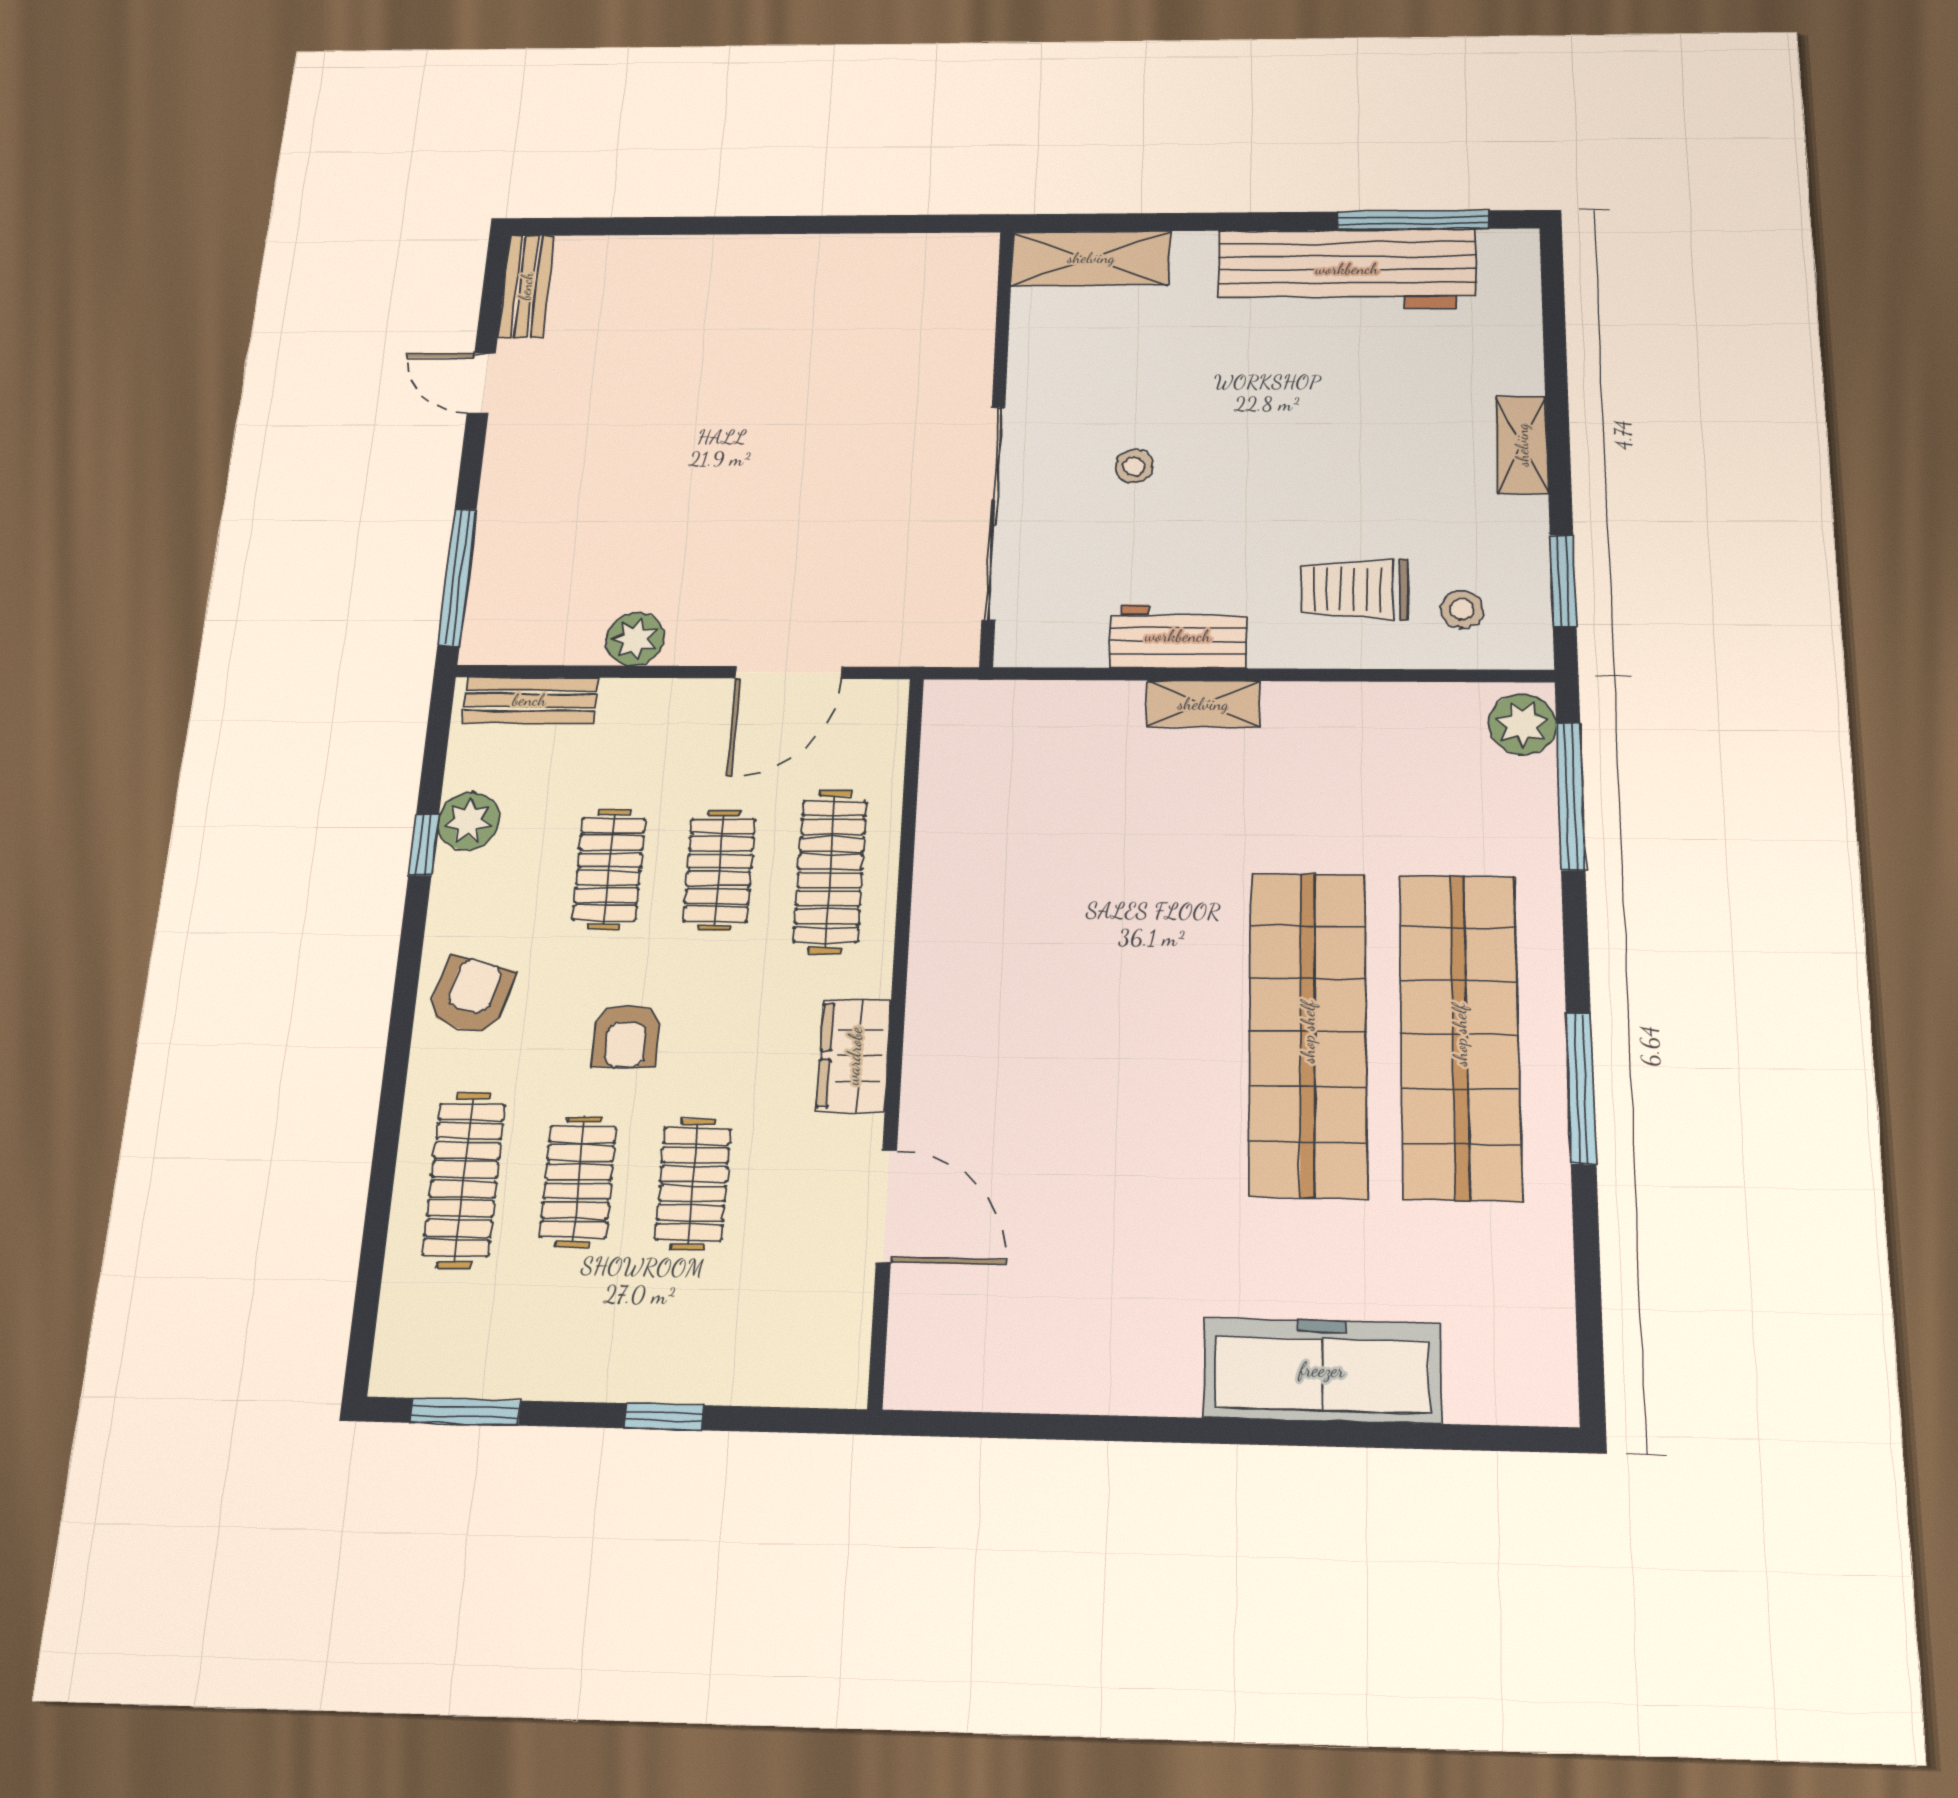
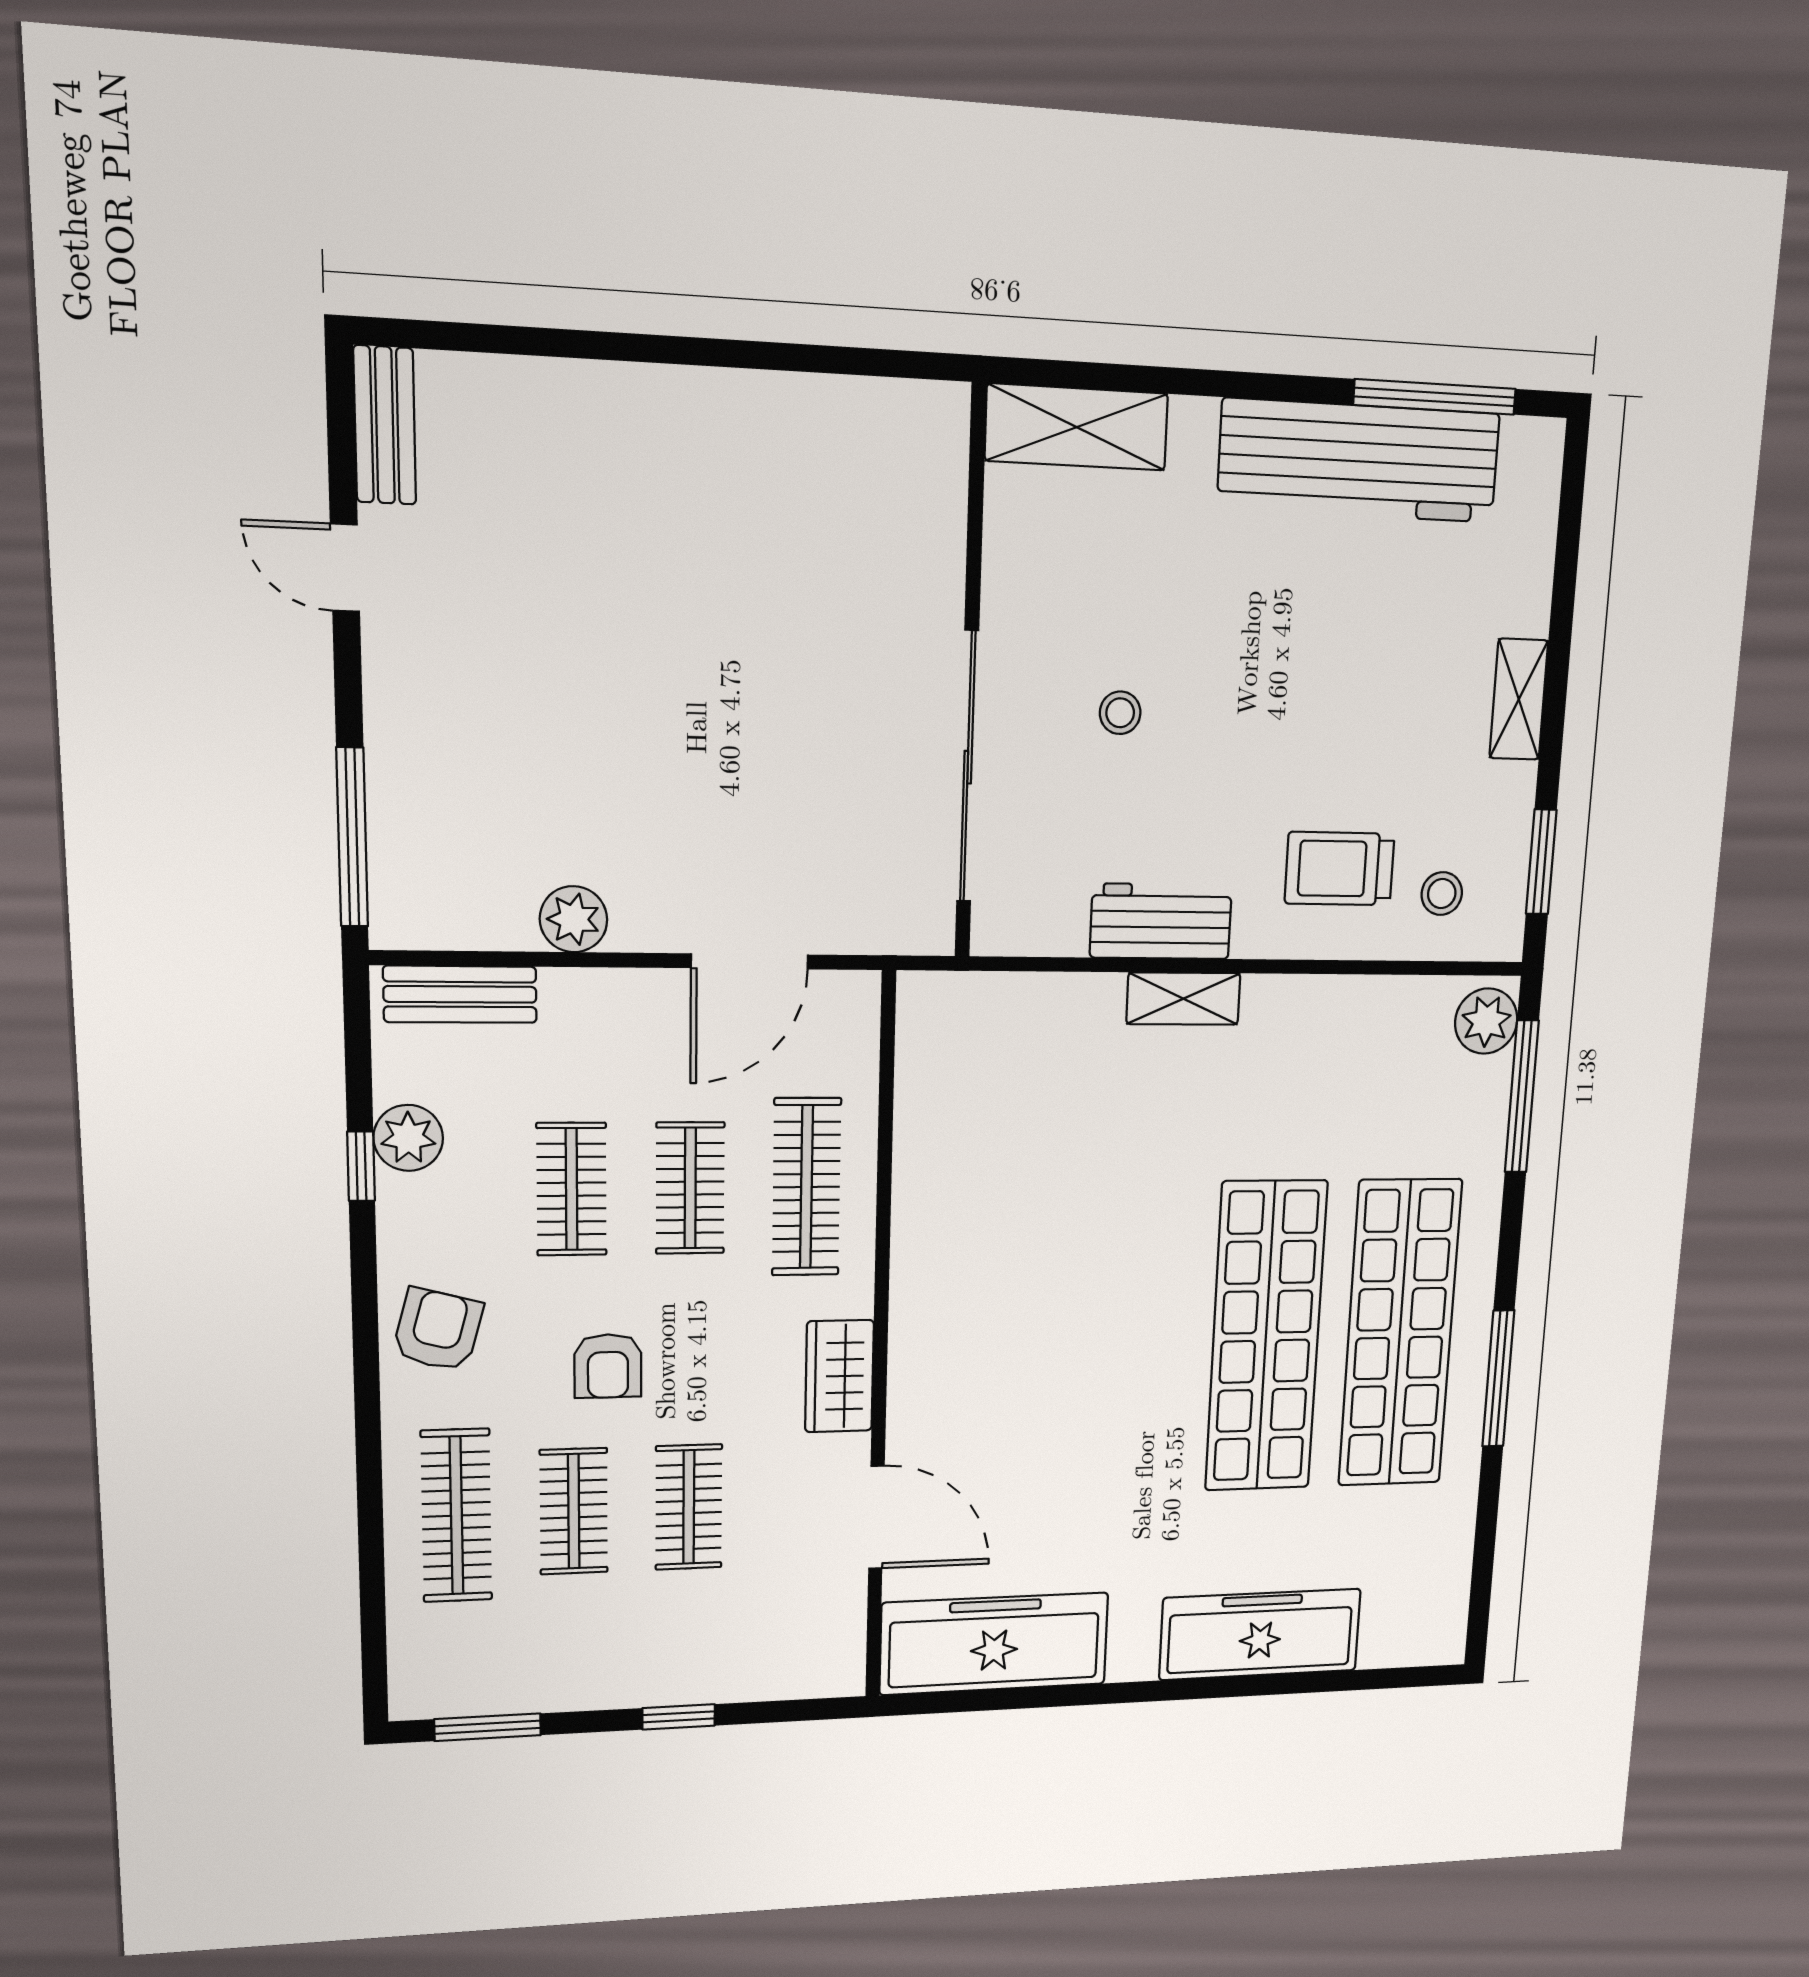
freezer: (1012, 1358) -> (994, 1644), added

